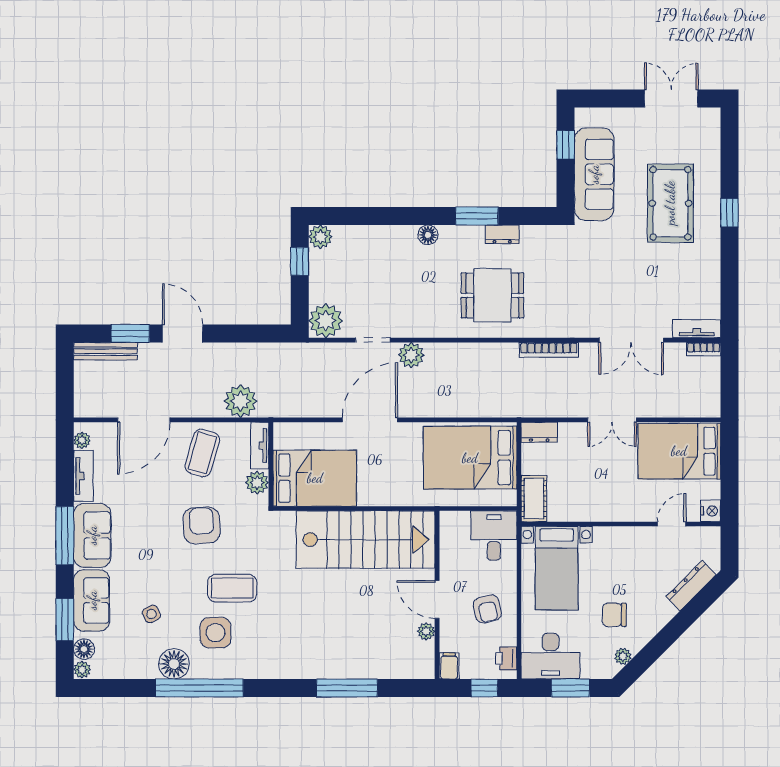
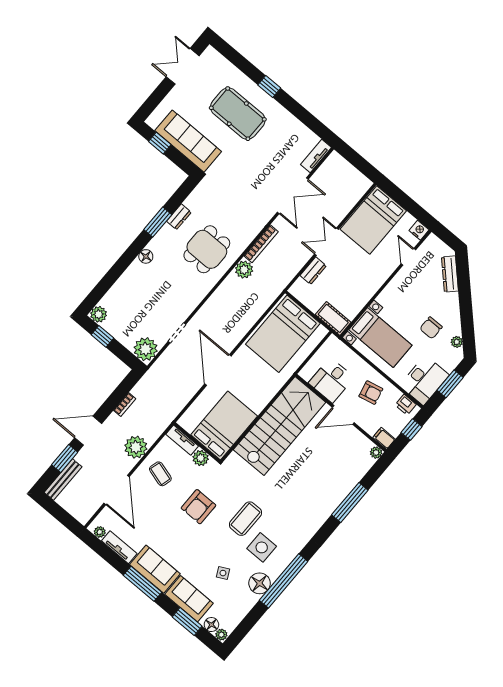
bookcase: (704, 349) -> (125, 405), moved
plant: (411, 355) -> (244, 270), moved
plant: (241, 401) -> (136, 447), moved
double door: (612, 420) -> (326, 242), swing flipped
dresser: (539, 432) -> (313, 271), moved
coffee table: (202, 453) -> (160, 474), width x0.73, depth x0.77
armchair: (202, 525) -> (198, 507), turned -87
desk: (494, 536) -> (331, 380), moved, turned -90
plant: (426, 631) -> (376, 453), moved

